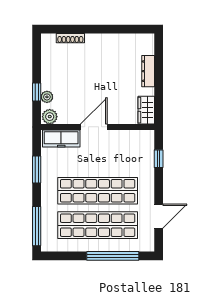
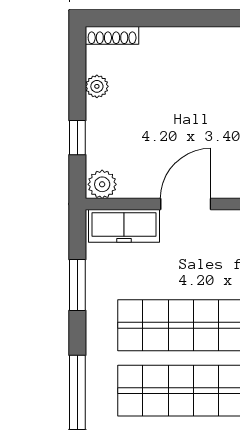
shoe rack: (70, 38) -> (112, 35), moved
plant: (47, 97) -> (97, 86), moved

